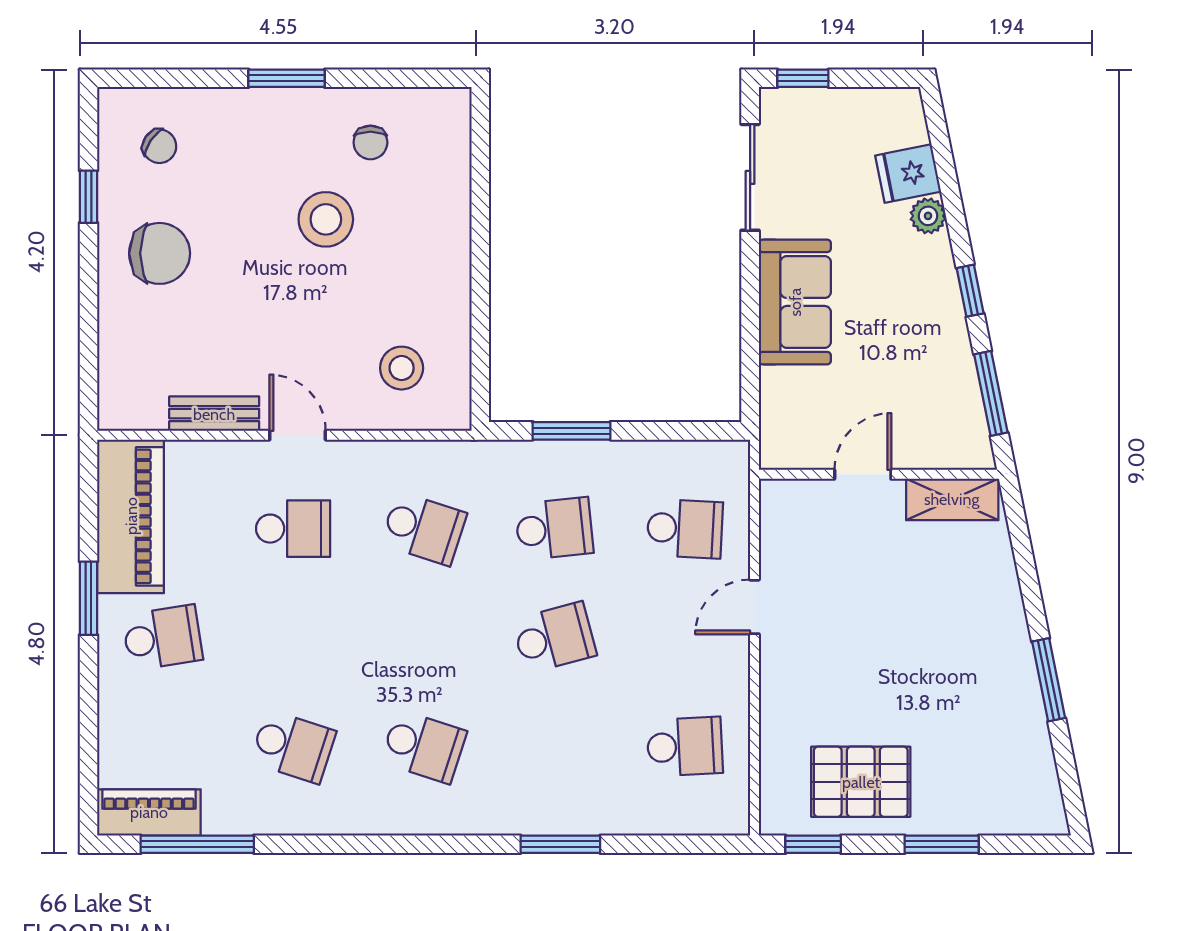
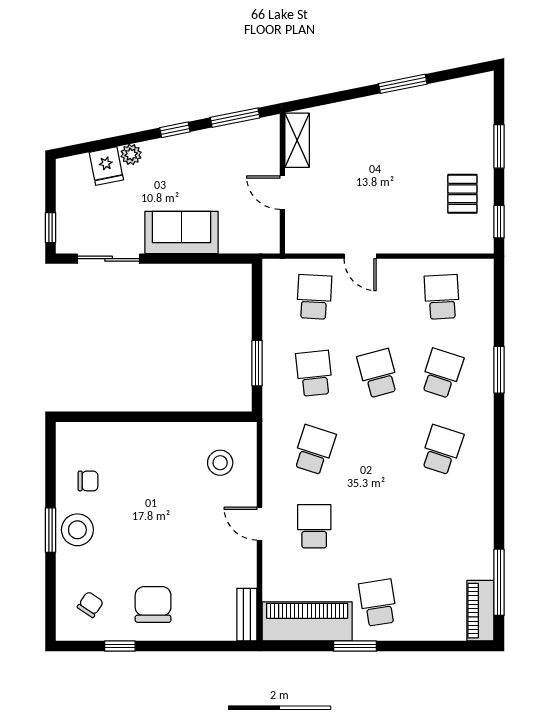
stool: (326, 219) -> (77, 530), moved
bench: (214, 414) -> (247, 615), moved
door: (298, 435) -> (259, 524), hinge flipped
school desk: (293, 746) -> (442, 373), moved
pallet: (861, 782) -> (462, 194), width x0.67, depth x0.71

